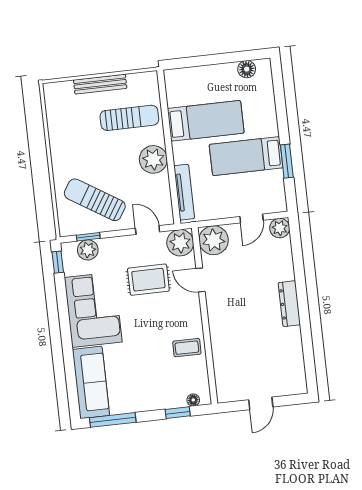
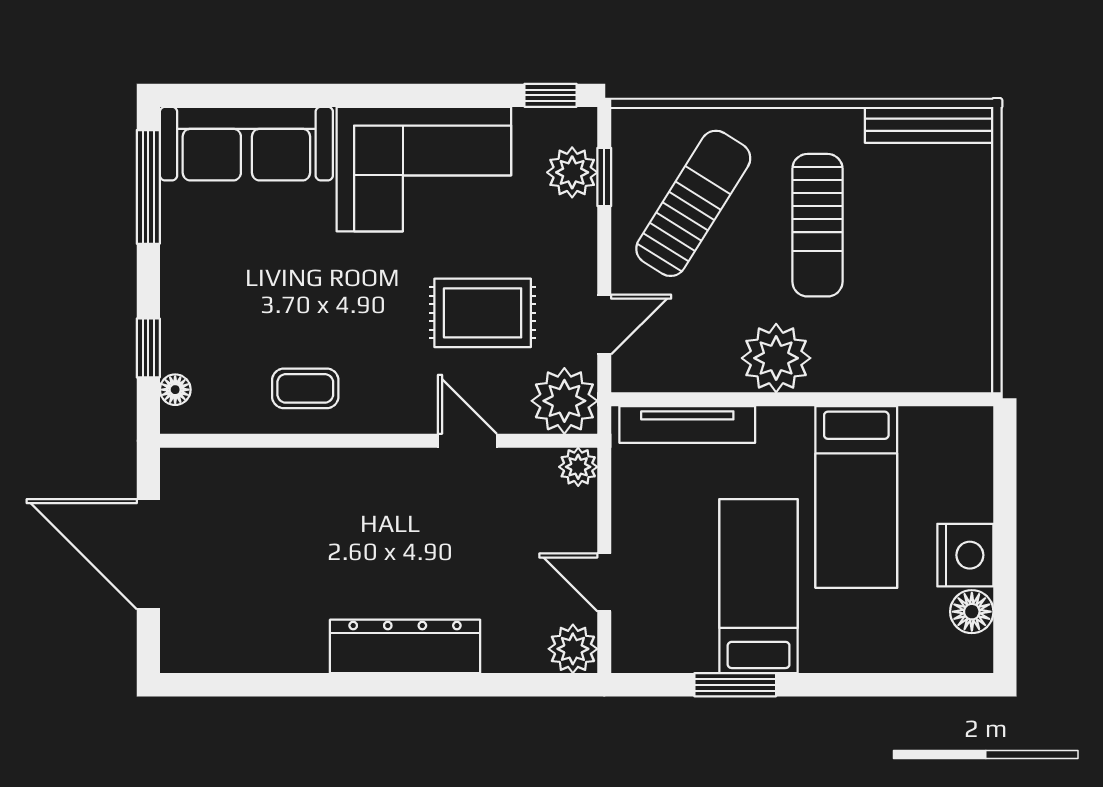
nightstand: (224, 74) -> (965, 555), added
bench: (100, 84) -> (929, 125), moved, turned 90
sun lounger: (129, 118) -> (817, 225), moved
plant: (214, 240) -> (578, 467), width x0.53, depth x0.53
rug: (148, 280) -> (483, 313), turned 90
door: (201, 280) -> (467, 441), hinge flipped
dresser: (289, 304) -> (405, 646), width x1.37, depth x1.24
coffee table: (187, 348) -> (305, 388), turned 90
door: (261, 403) -> (148, 554), width x1.87

